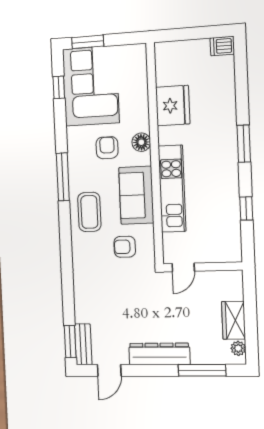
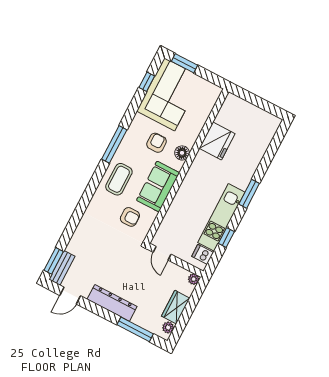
dishwasher: (222, 46) -> (203, 254), moved
kitchen unit: (172, 189) -> (221, 217), moved, turned 180
armchair: (125, 247) -> (130, 217), turned 180
door: (183, 267) -> (162, 253), hinge flipped
plant: (236, 277) -> (194, 279), added

